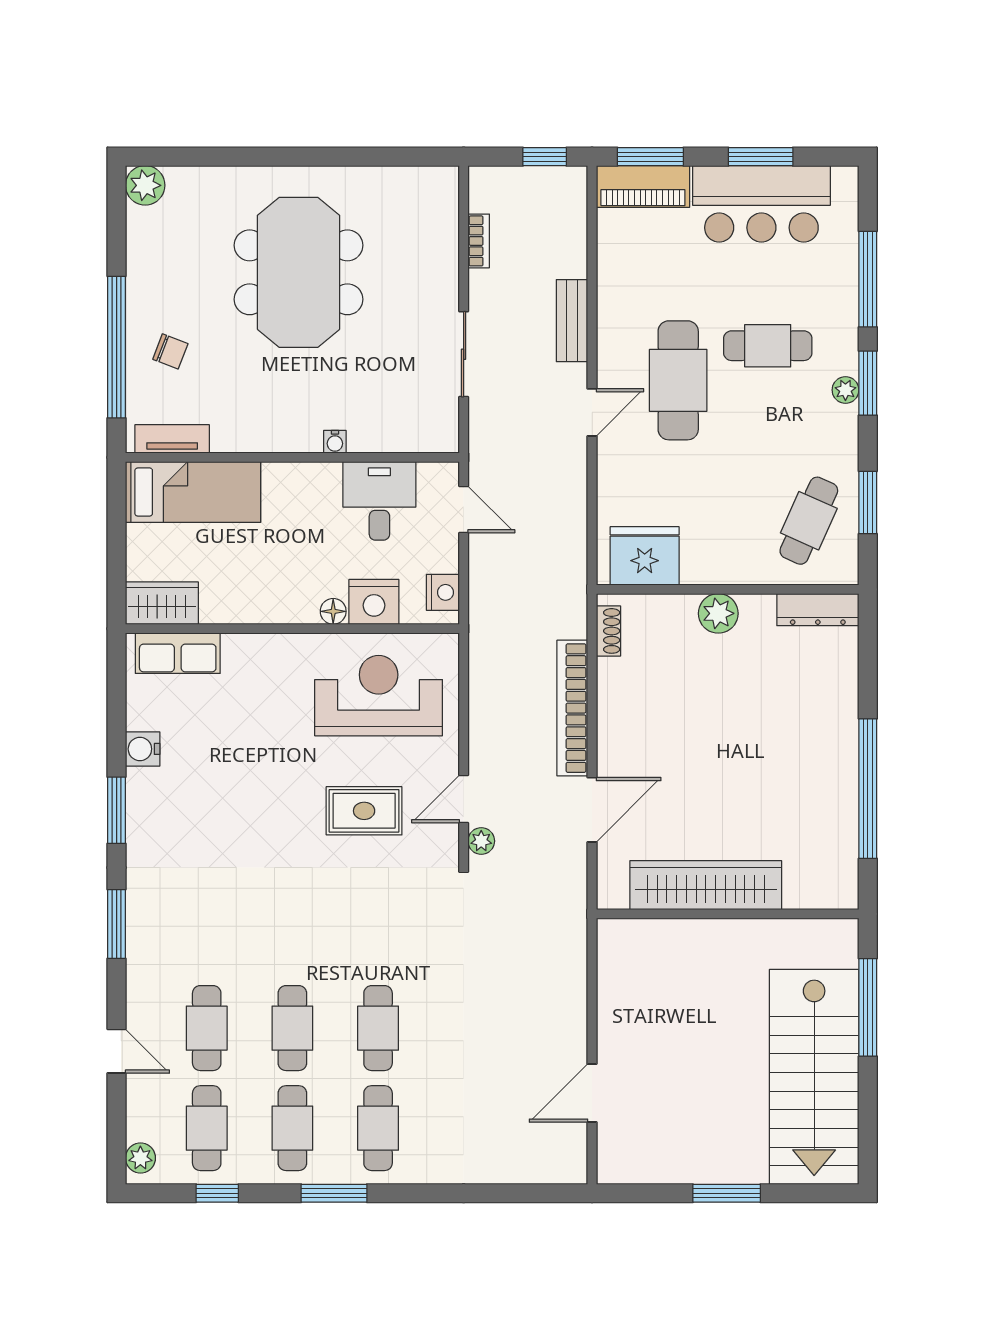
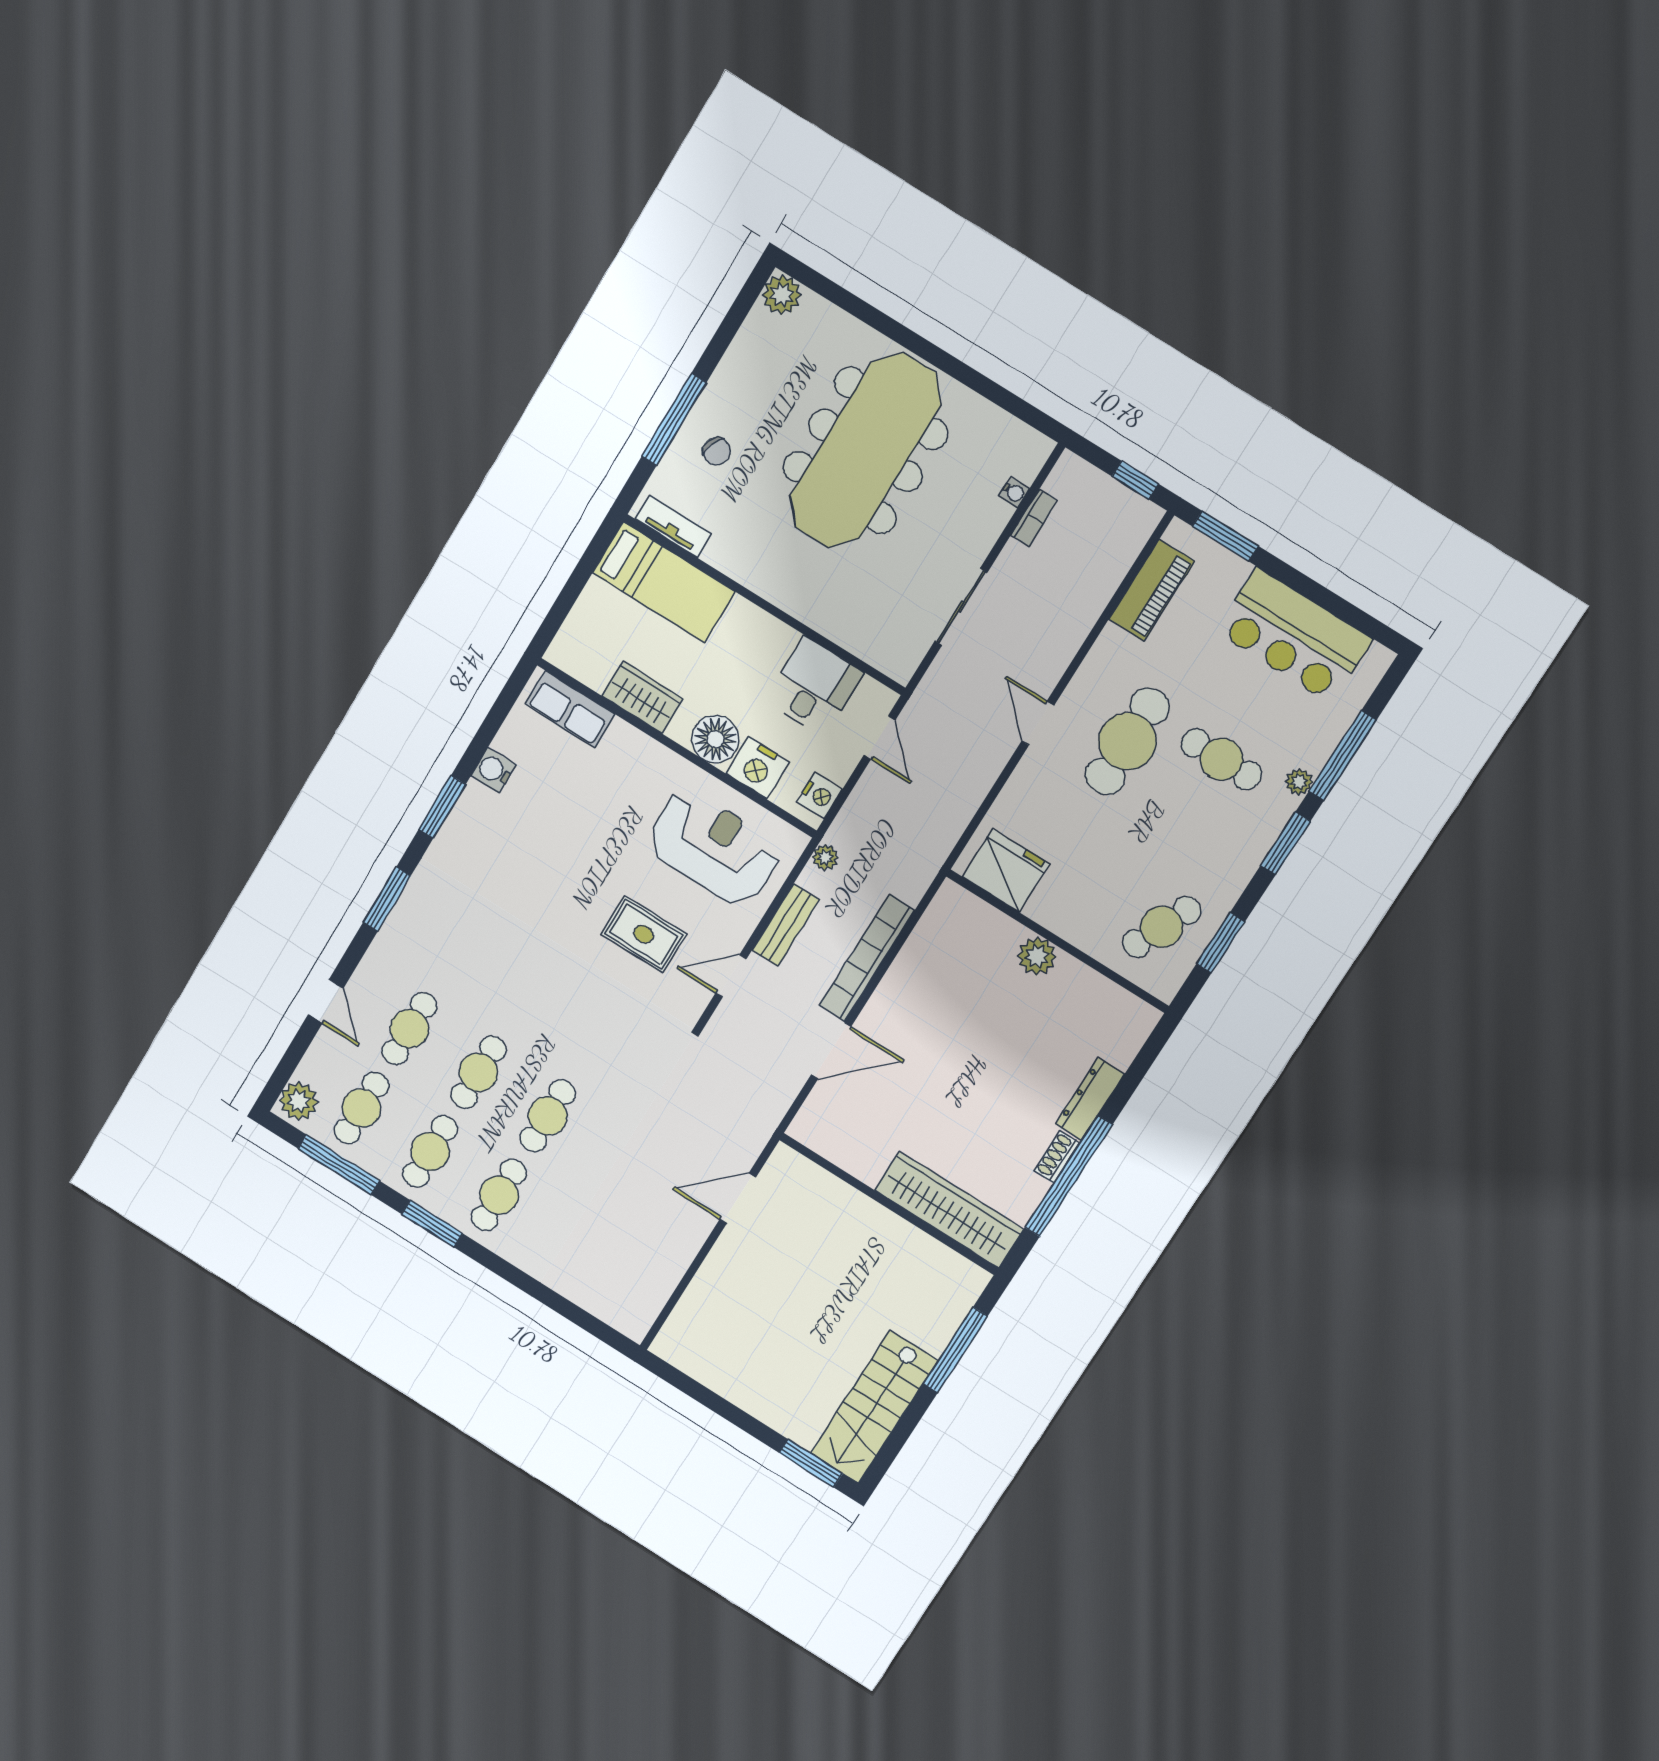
window: (761, 157) -> (1319, 594), removed
piano: (643, 186) -> (1152, 590), moved, turned -90
meeting table: (299, 272) -> (865, 450), width x1.36
bench: (572, 321) -> (786, 925), moved
window: (117, 347) -> (674, 419), width x0.68
plant: (845, 390) -> (1299, 782), moved
door: (592, 412) -> (1038, 723), swing flipped
water cooler: (335, 442) -> (1014, 492), moved, turned -90
wardrobe: (162, 603) -> (643, 697), moved
dresser: (818, 610) -> (1090, 1099), moved, turned 90
floor lamp: (333, 611) -> (715, 739), width x1.89, depth x1.89
shoe rack: (608, 631) -> (1057, 1157), moved, turned 180
plant: (481, 841) -> (825, 857), moved
wardrobe: (706, 885) -> (949, 1210), moved
stairs: (814, 1077) -> (874, 1407), width x0.73, depth x0.66
door: (592, 1093) -> (738, 1198), moved
plant: (140, 1158) -> (299, 1101), width x1.38, depth x1.38
window: (217, 1193) -> (339, 1165), width x2.17
window: (727, 1193) -> (811, 1463), moved

